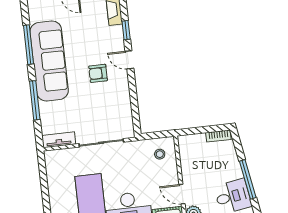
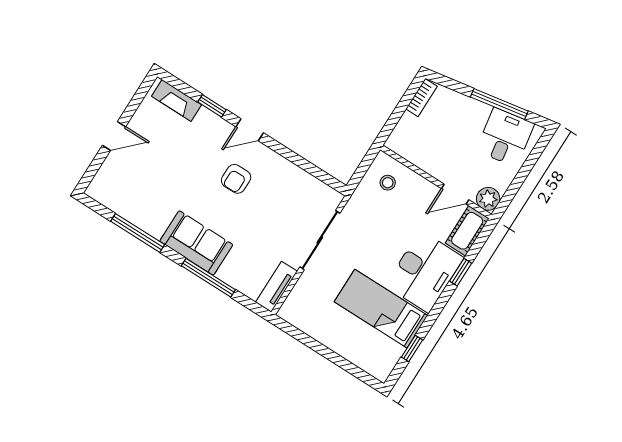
sofa: (49, 61) -> (196, 243), width x0.54, depth x0.79

